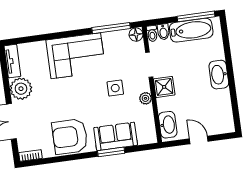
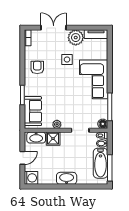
shower: (164, 87) -> (53, 139), moved
side table: (115, 88) -> (67, 59), moved
washing machine: (225, 124) -> (31, 178), added
sofa: (116, 136) -> (33, 111), moved
armchair: (70, 137) -> (37, 67), width x0.53, depth x0.53

